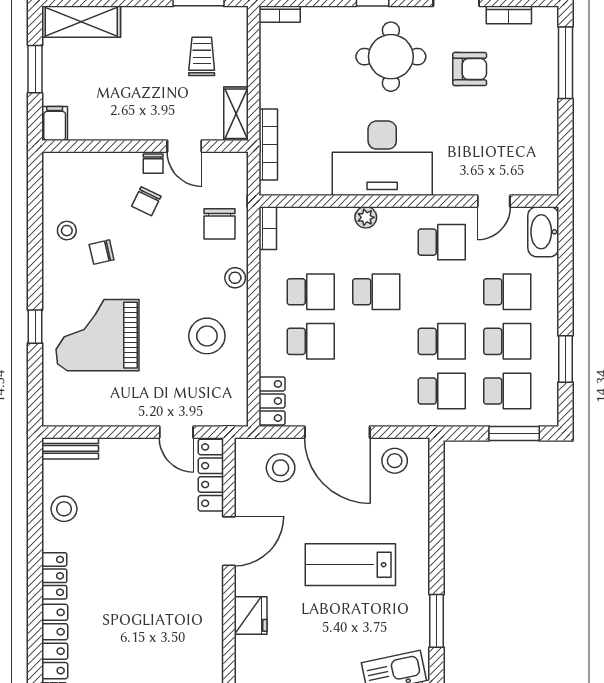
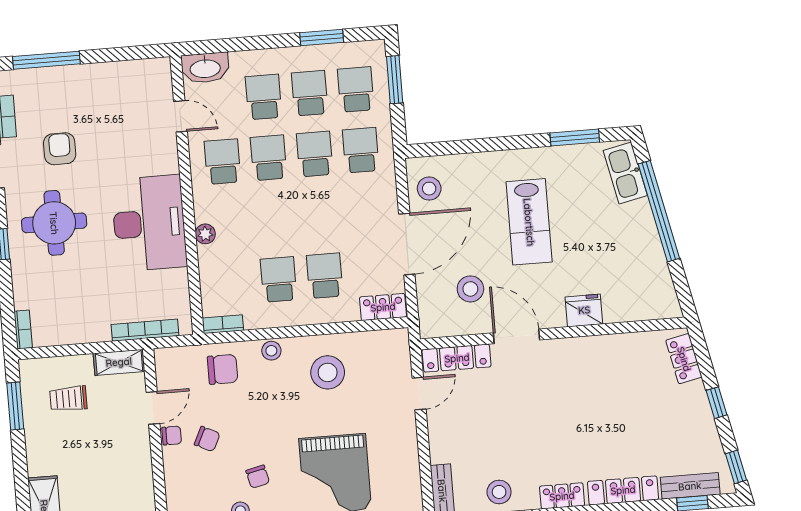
school desk: (376, 292) -> (269, 158), moved
stool: (281, 468) -> (470, 289), moved

